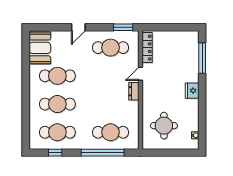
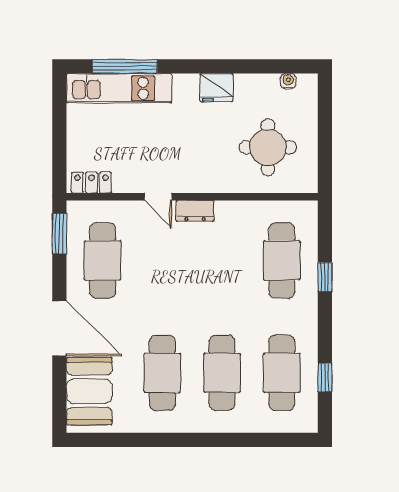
door: (78, 27) -> (59, 328), width x1.87
booth: (40, 48) -> (89, 391), moved, turned 90
locker: (147, 48) -> (92, 183), width x0.66
kitchen unit: (192, 55) -> (119, 88), added
fridge: (192, 91) -> (216, 88), moved
window: (103, 153) -> (325, 277), width x0.32

